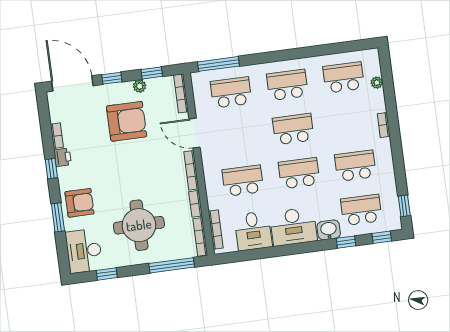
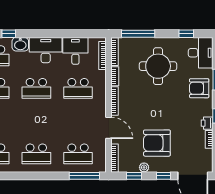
school desk: (293, 129) -> (36, 121), removed

